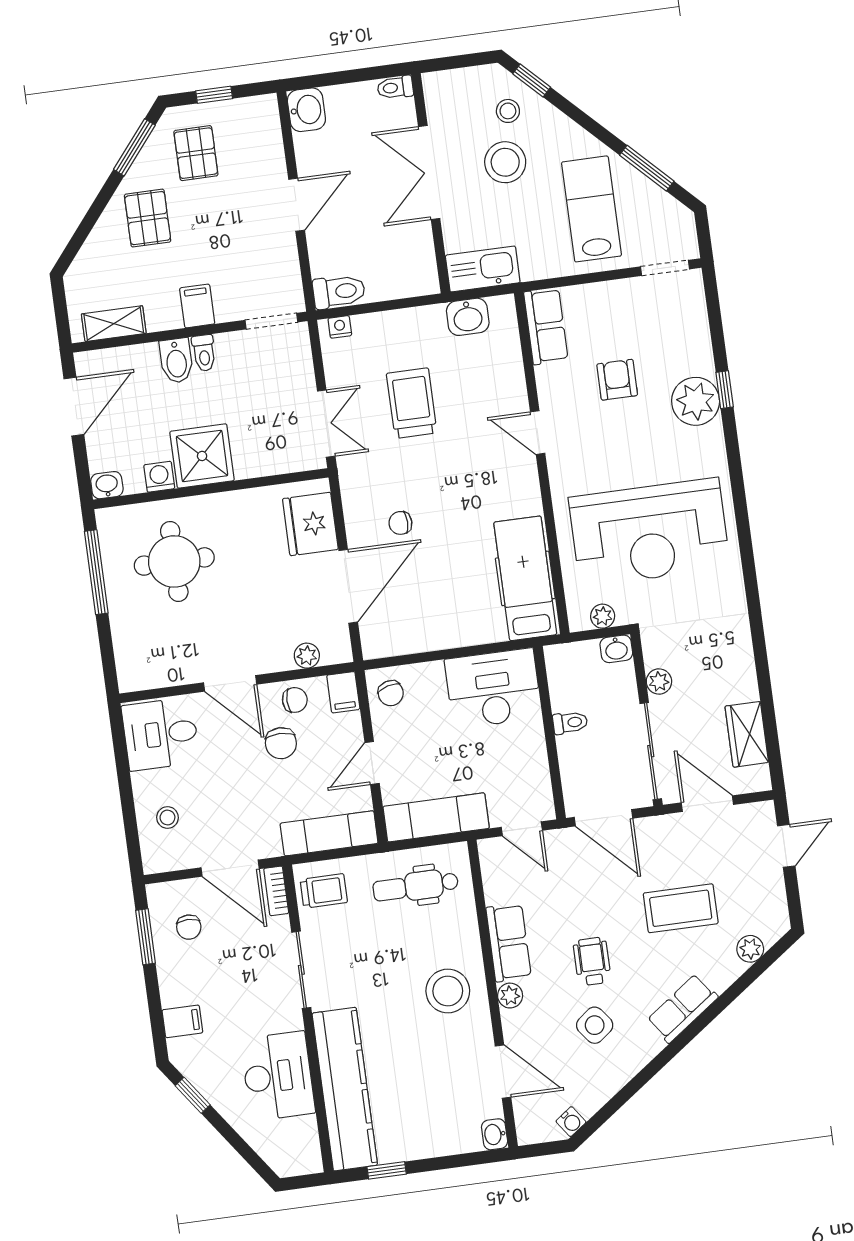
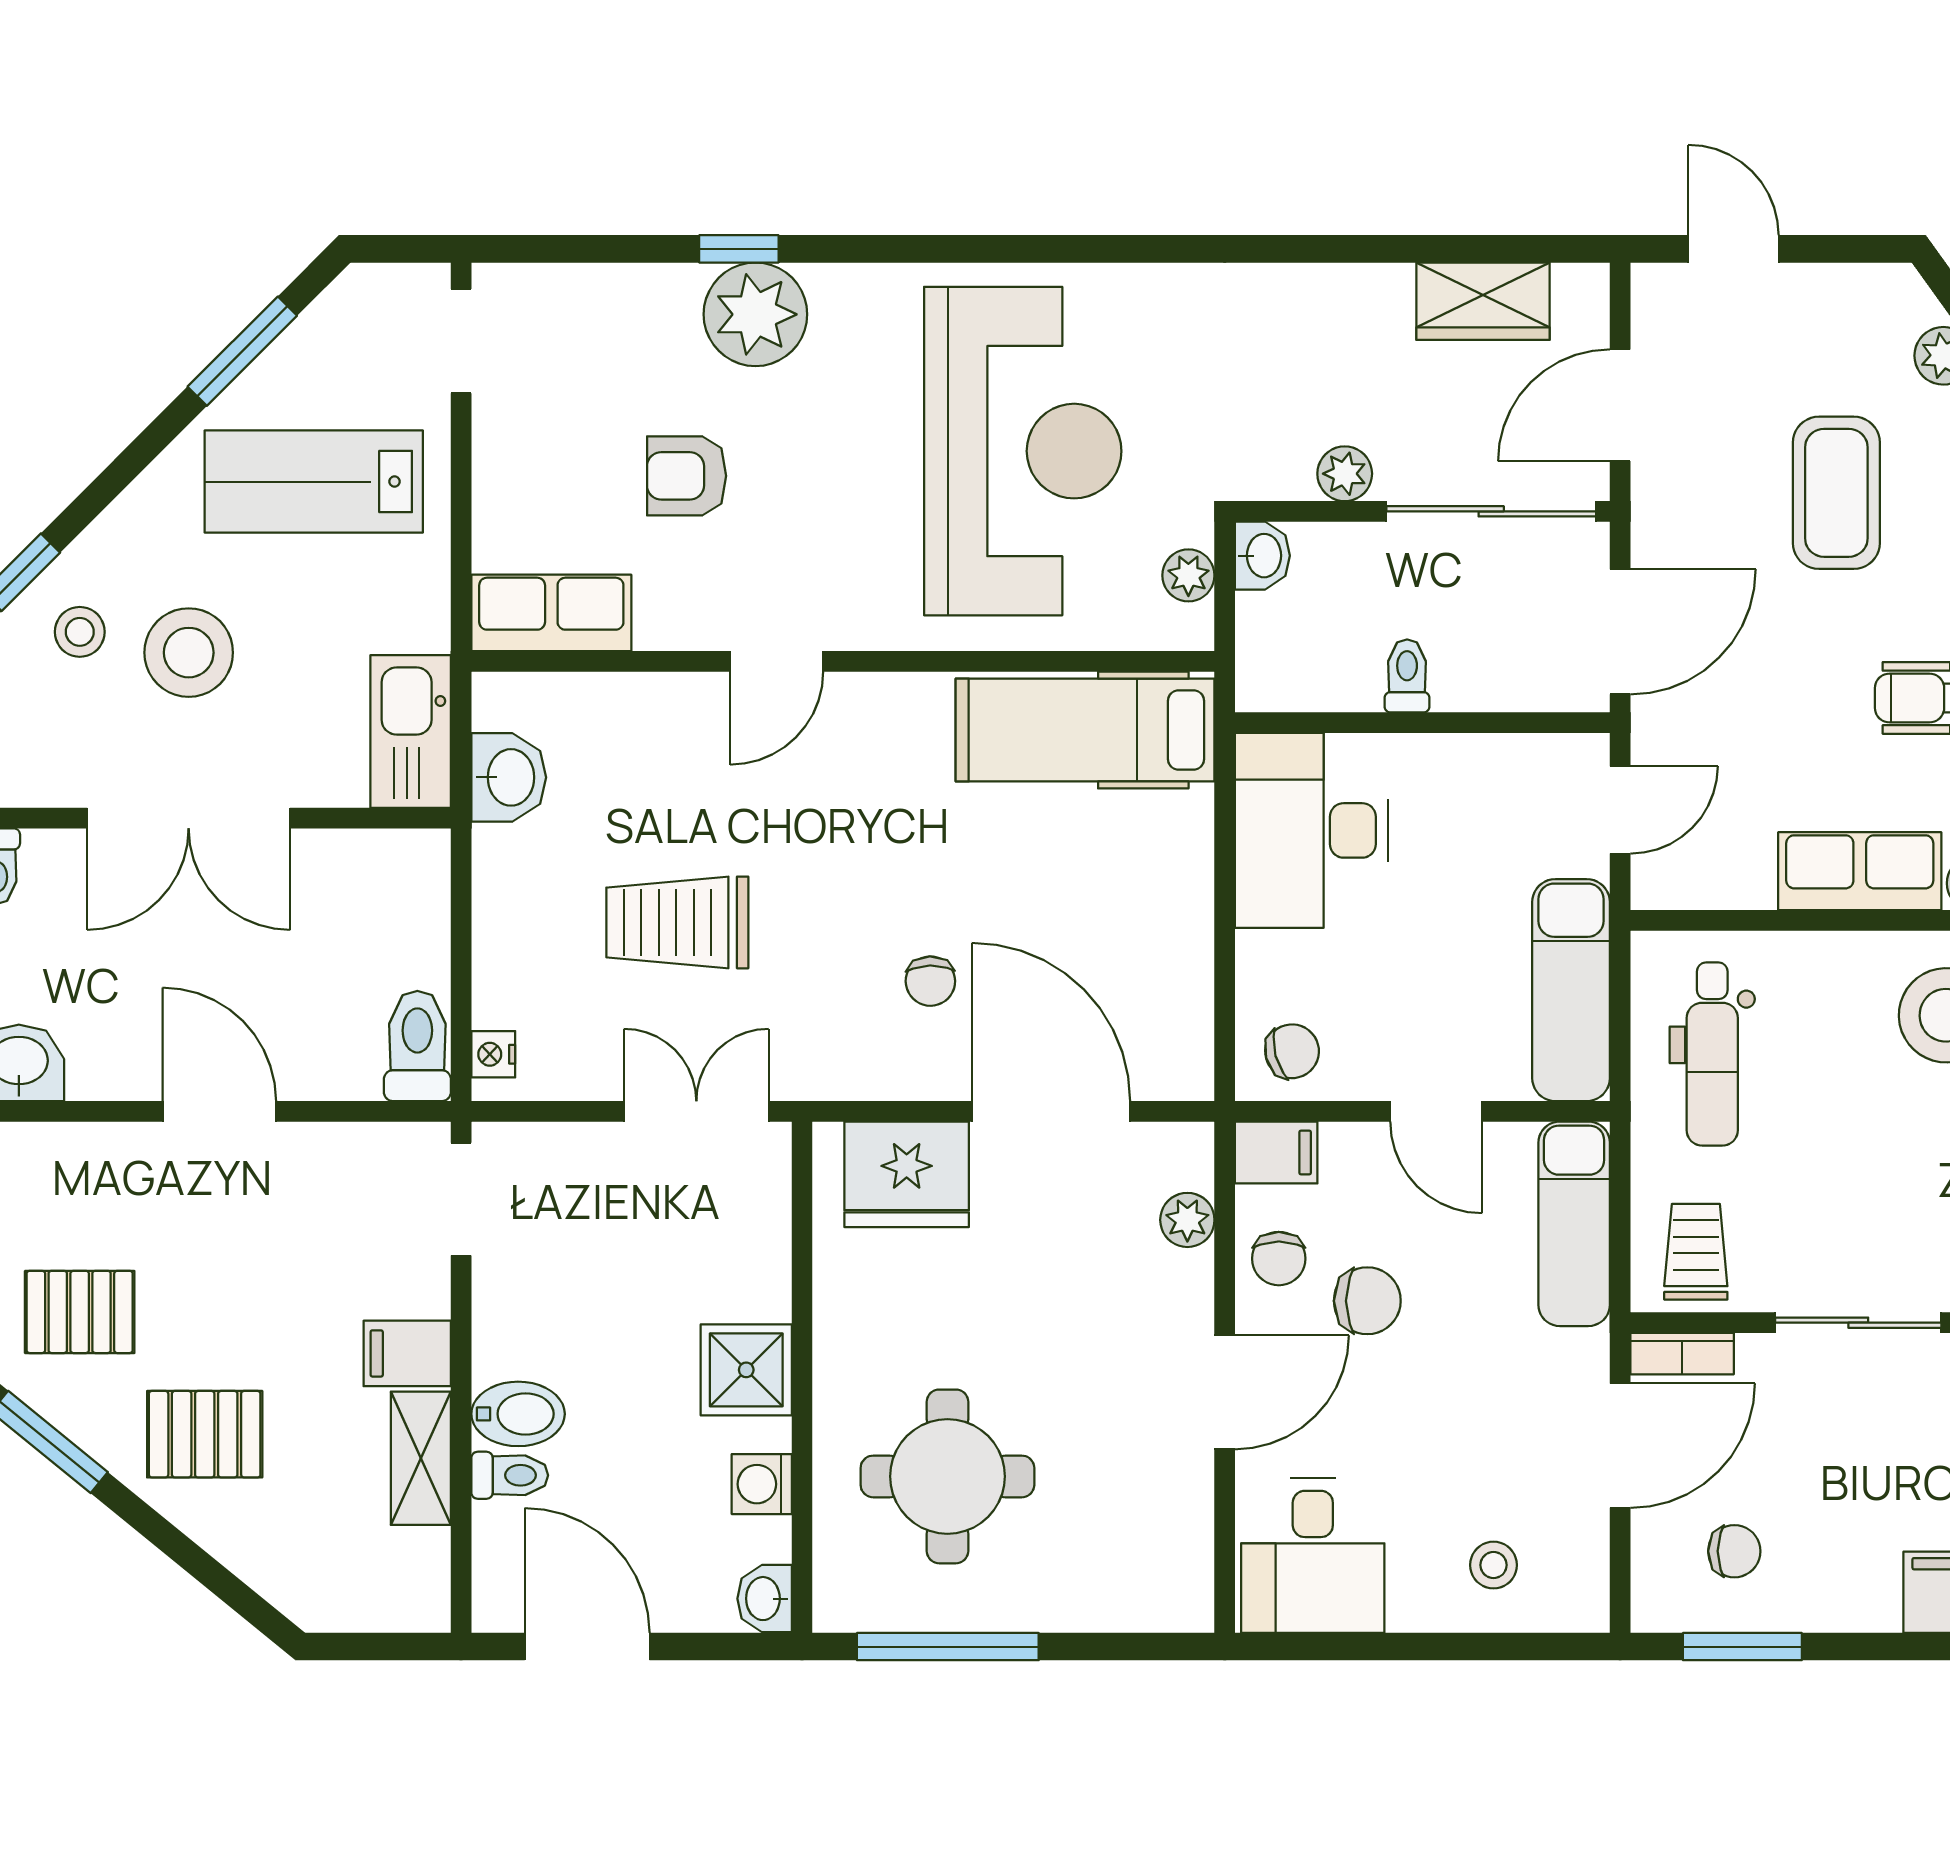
shelving: (114, 324) -> (421, 1458), moved
toilet: (204, 353) -> (510, 1475), moved
shower: (202, 456) -> (746, 1370), width x0.73, depth x0.73
chair: (295, 700) -> (1279, 1259), turned 180

